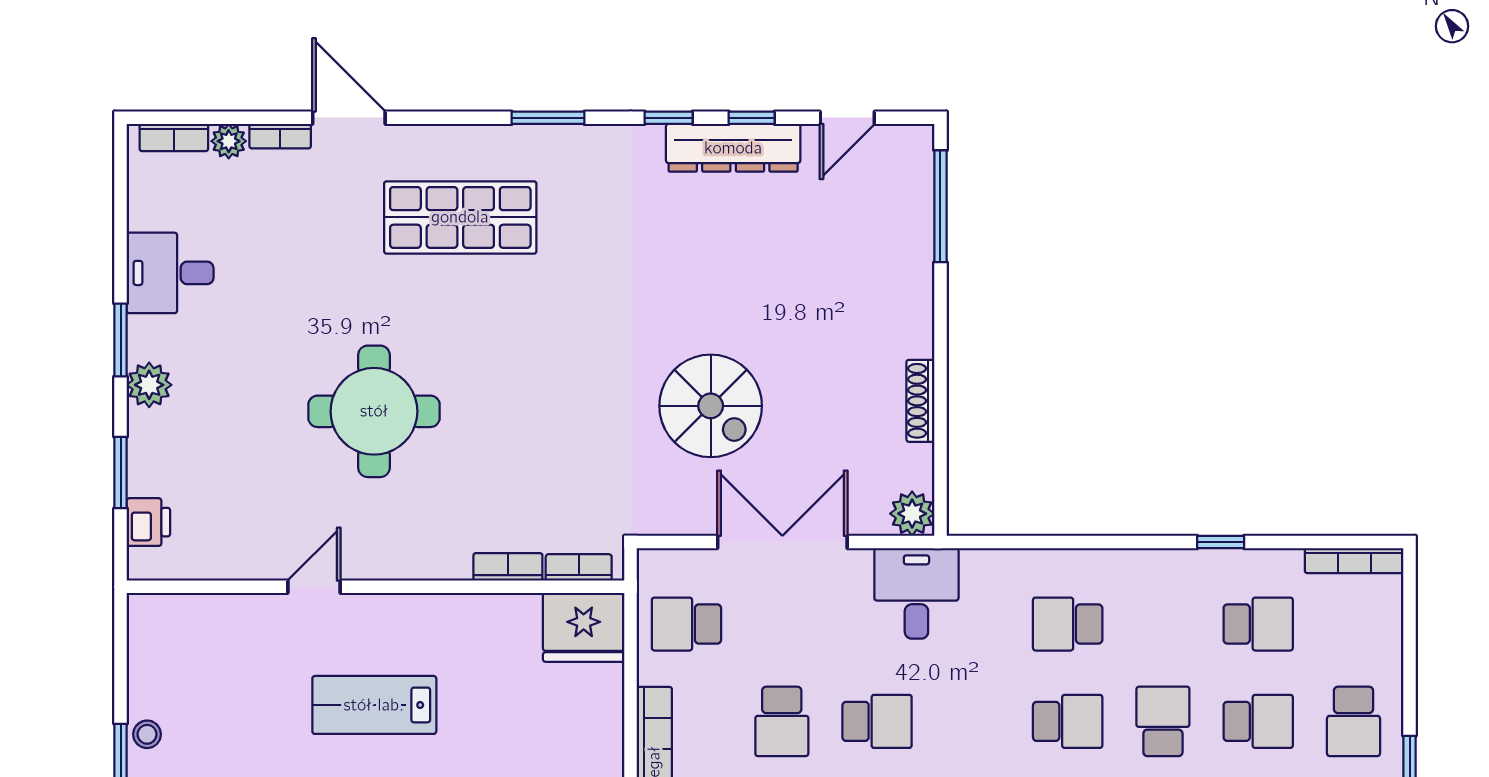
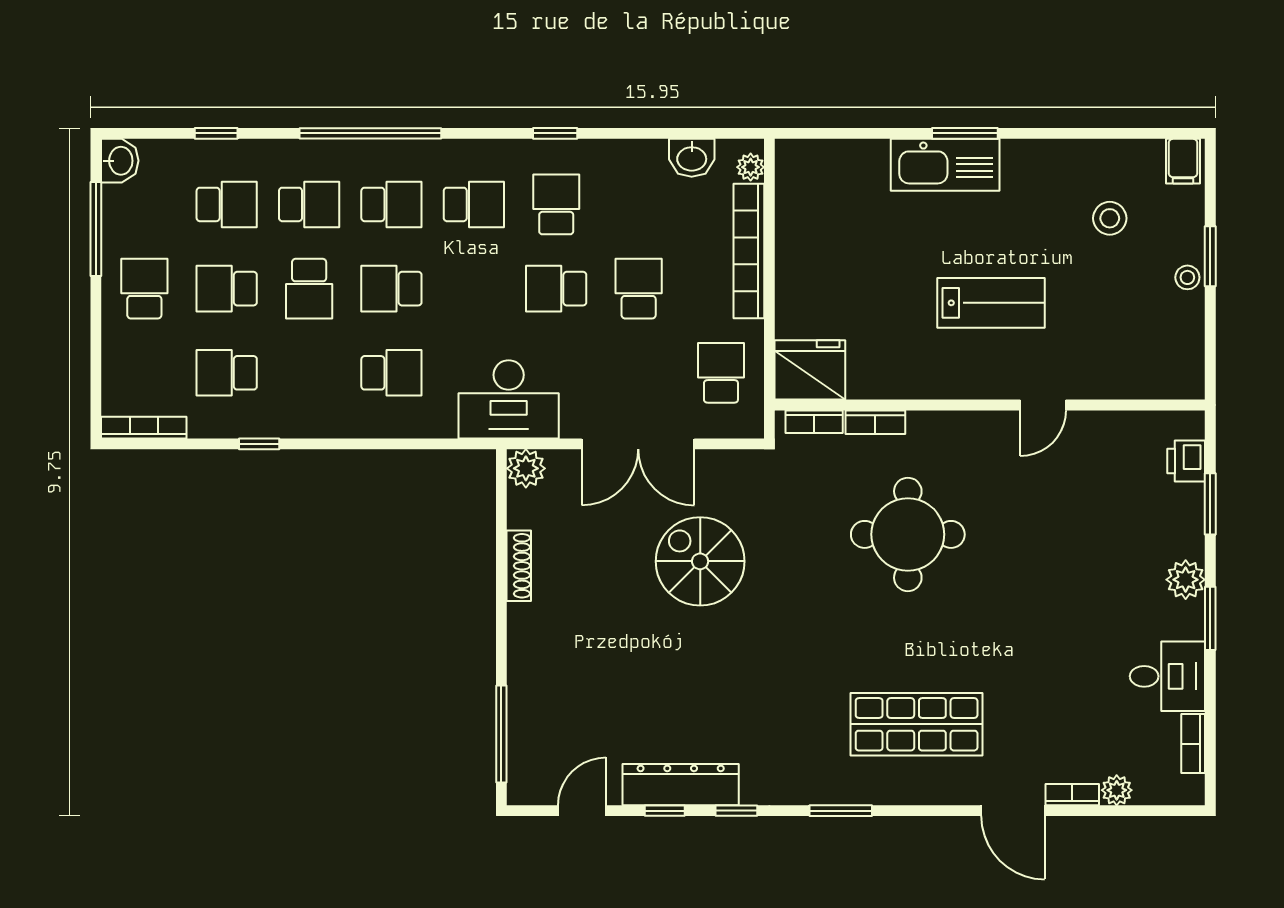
bookcase: (174, 137) -> (1193, 744), moved, turned -90
round table: (374, 411) -> (908, 534), moved
desk: (916, 593) -> (509, 399), width x1.37
school desk: (687, 624) -> (721, 373), turned -90

